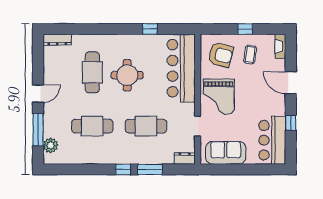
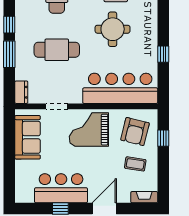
window: (245, 29) -> (163, 138), moved
cafe table: (146, 126) -> (57, 50), turned 90
bar counter: (272, 140) -> (61, 188), moved

